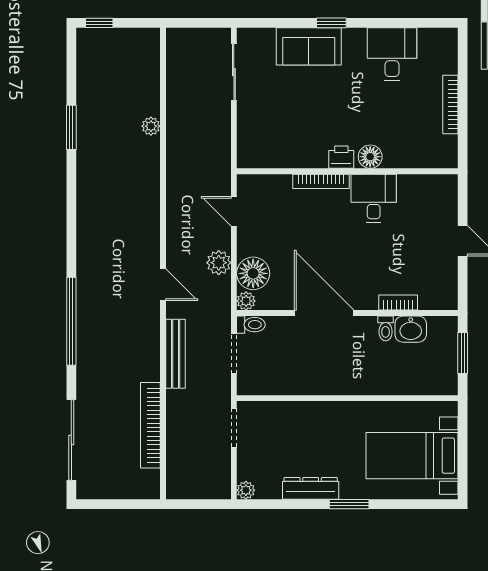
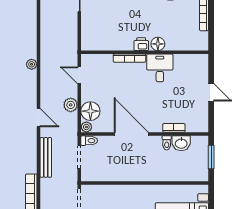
plant: (151, 126) -> (32, 64), moved

